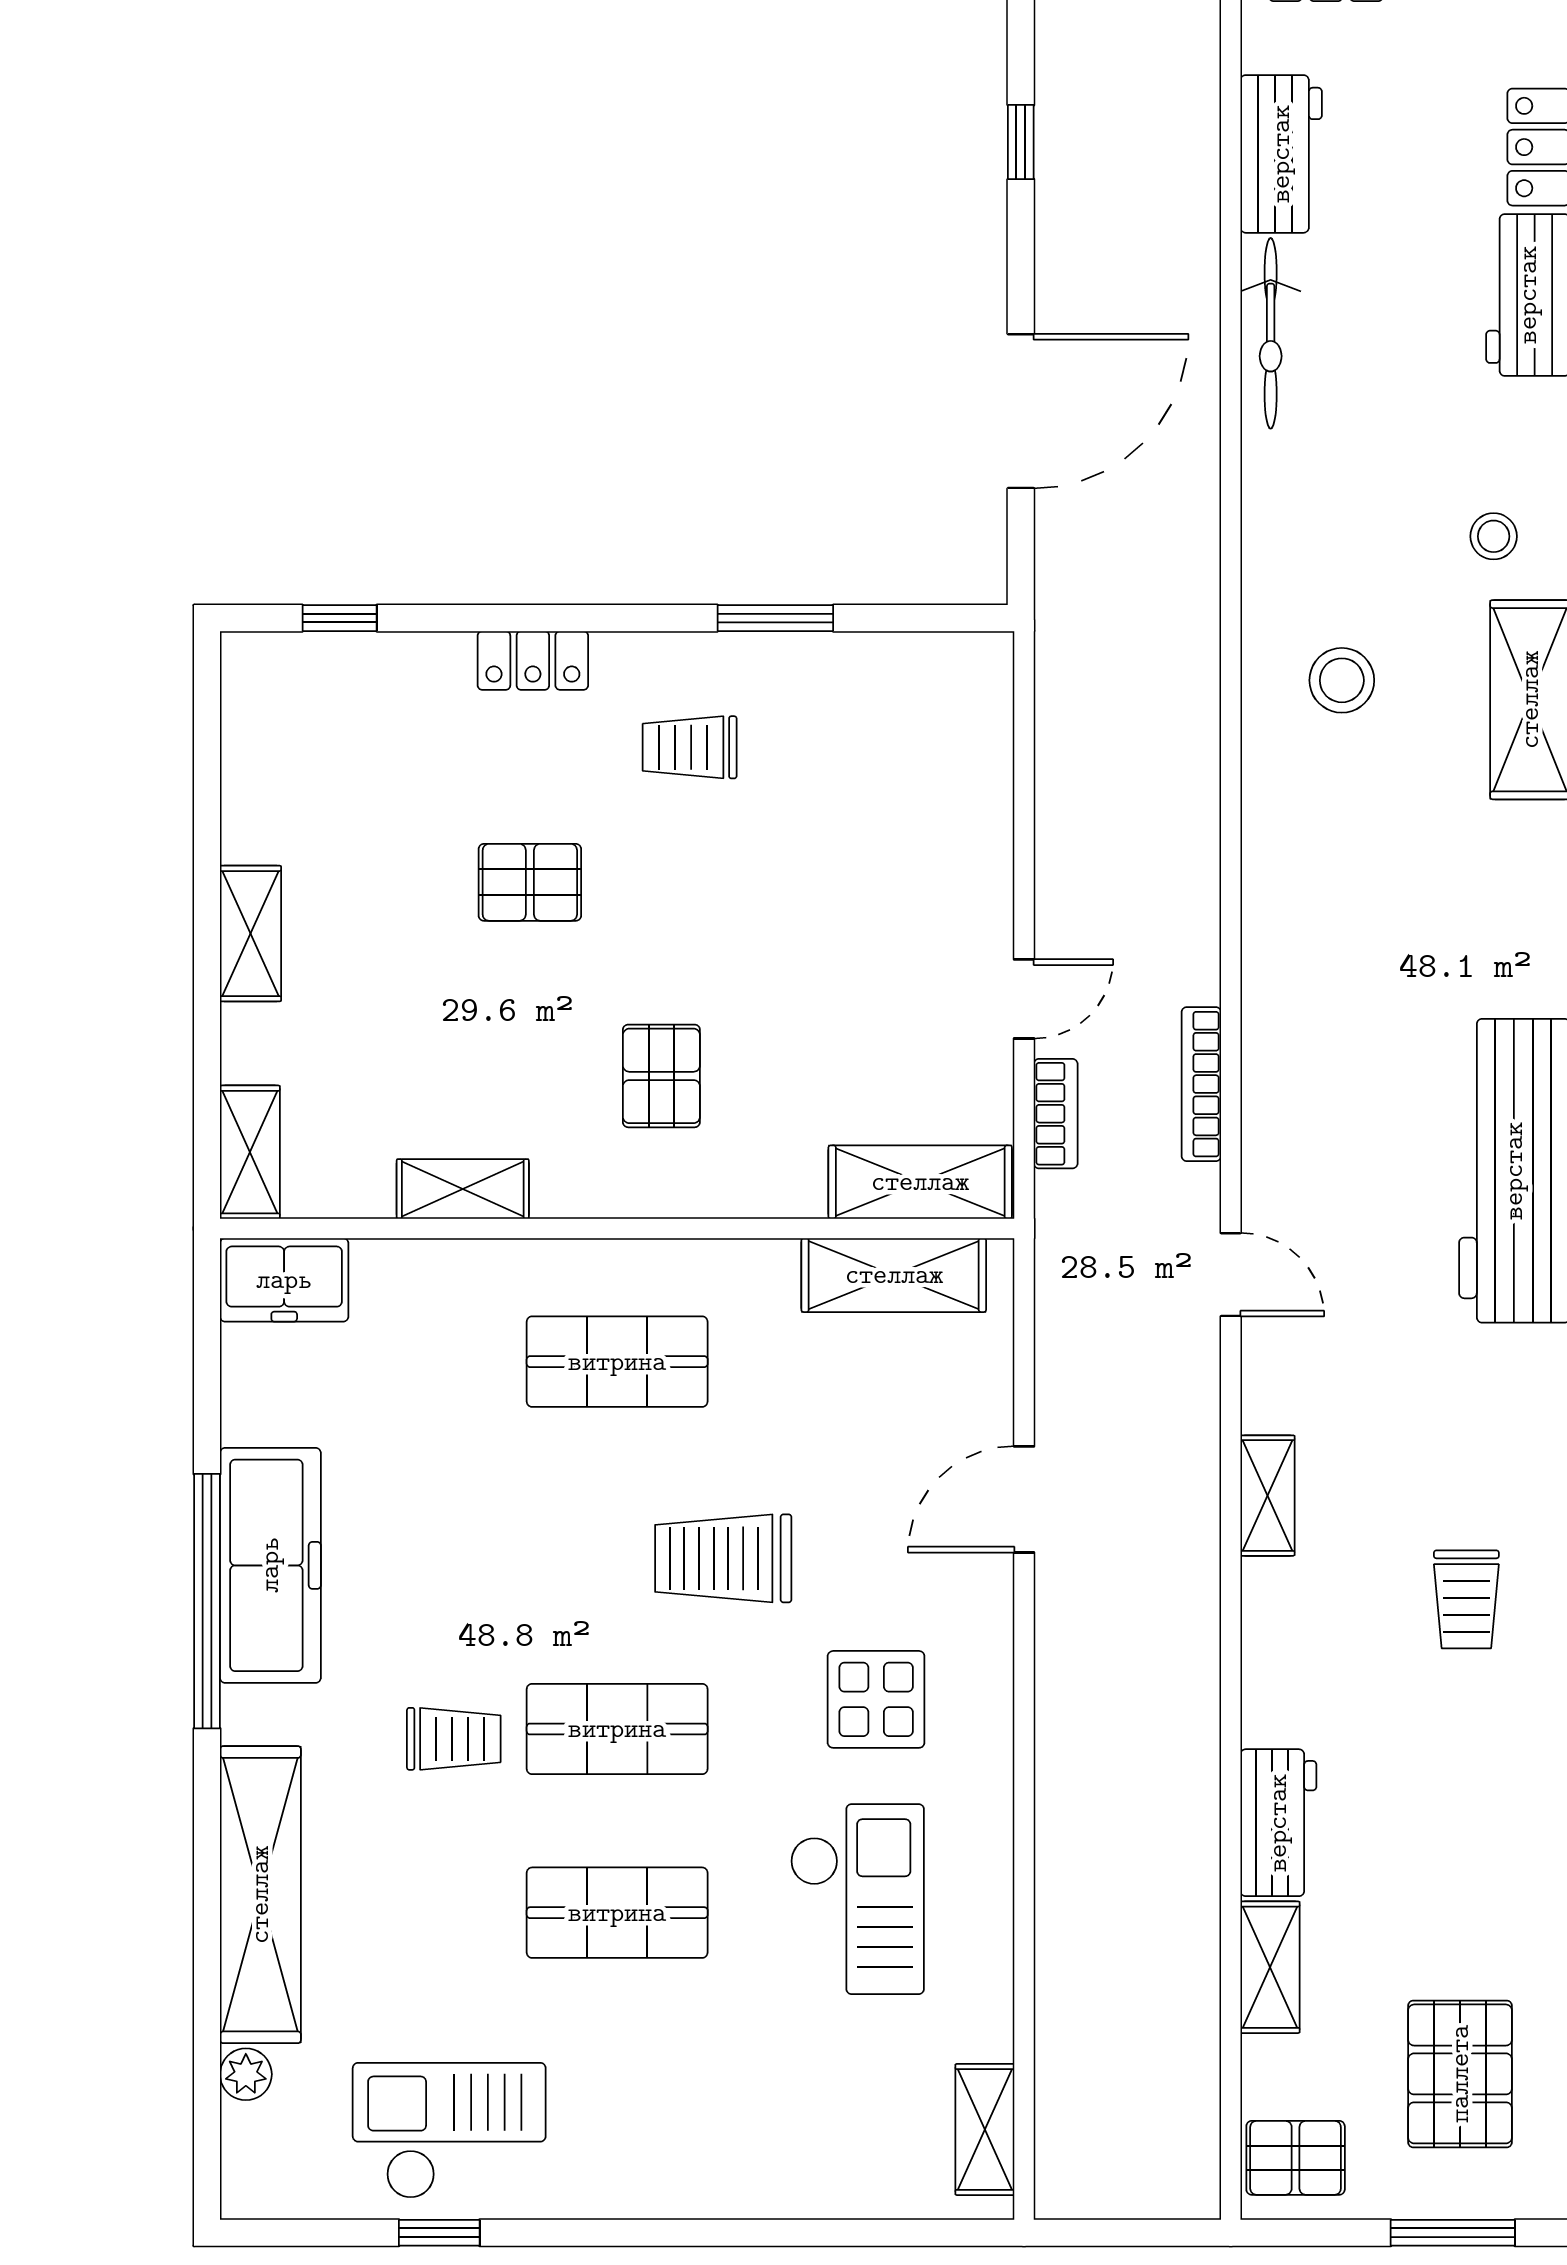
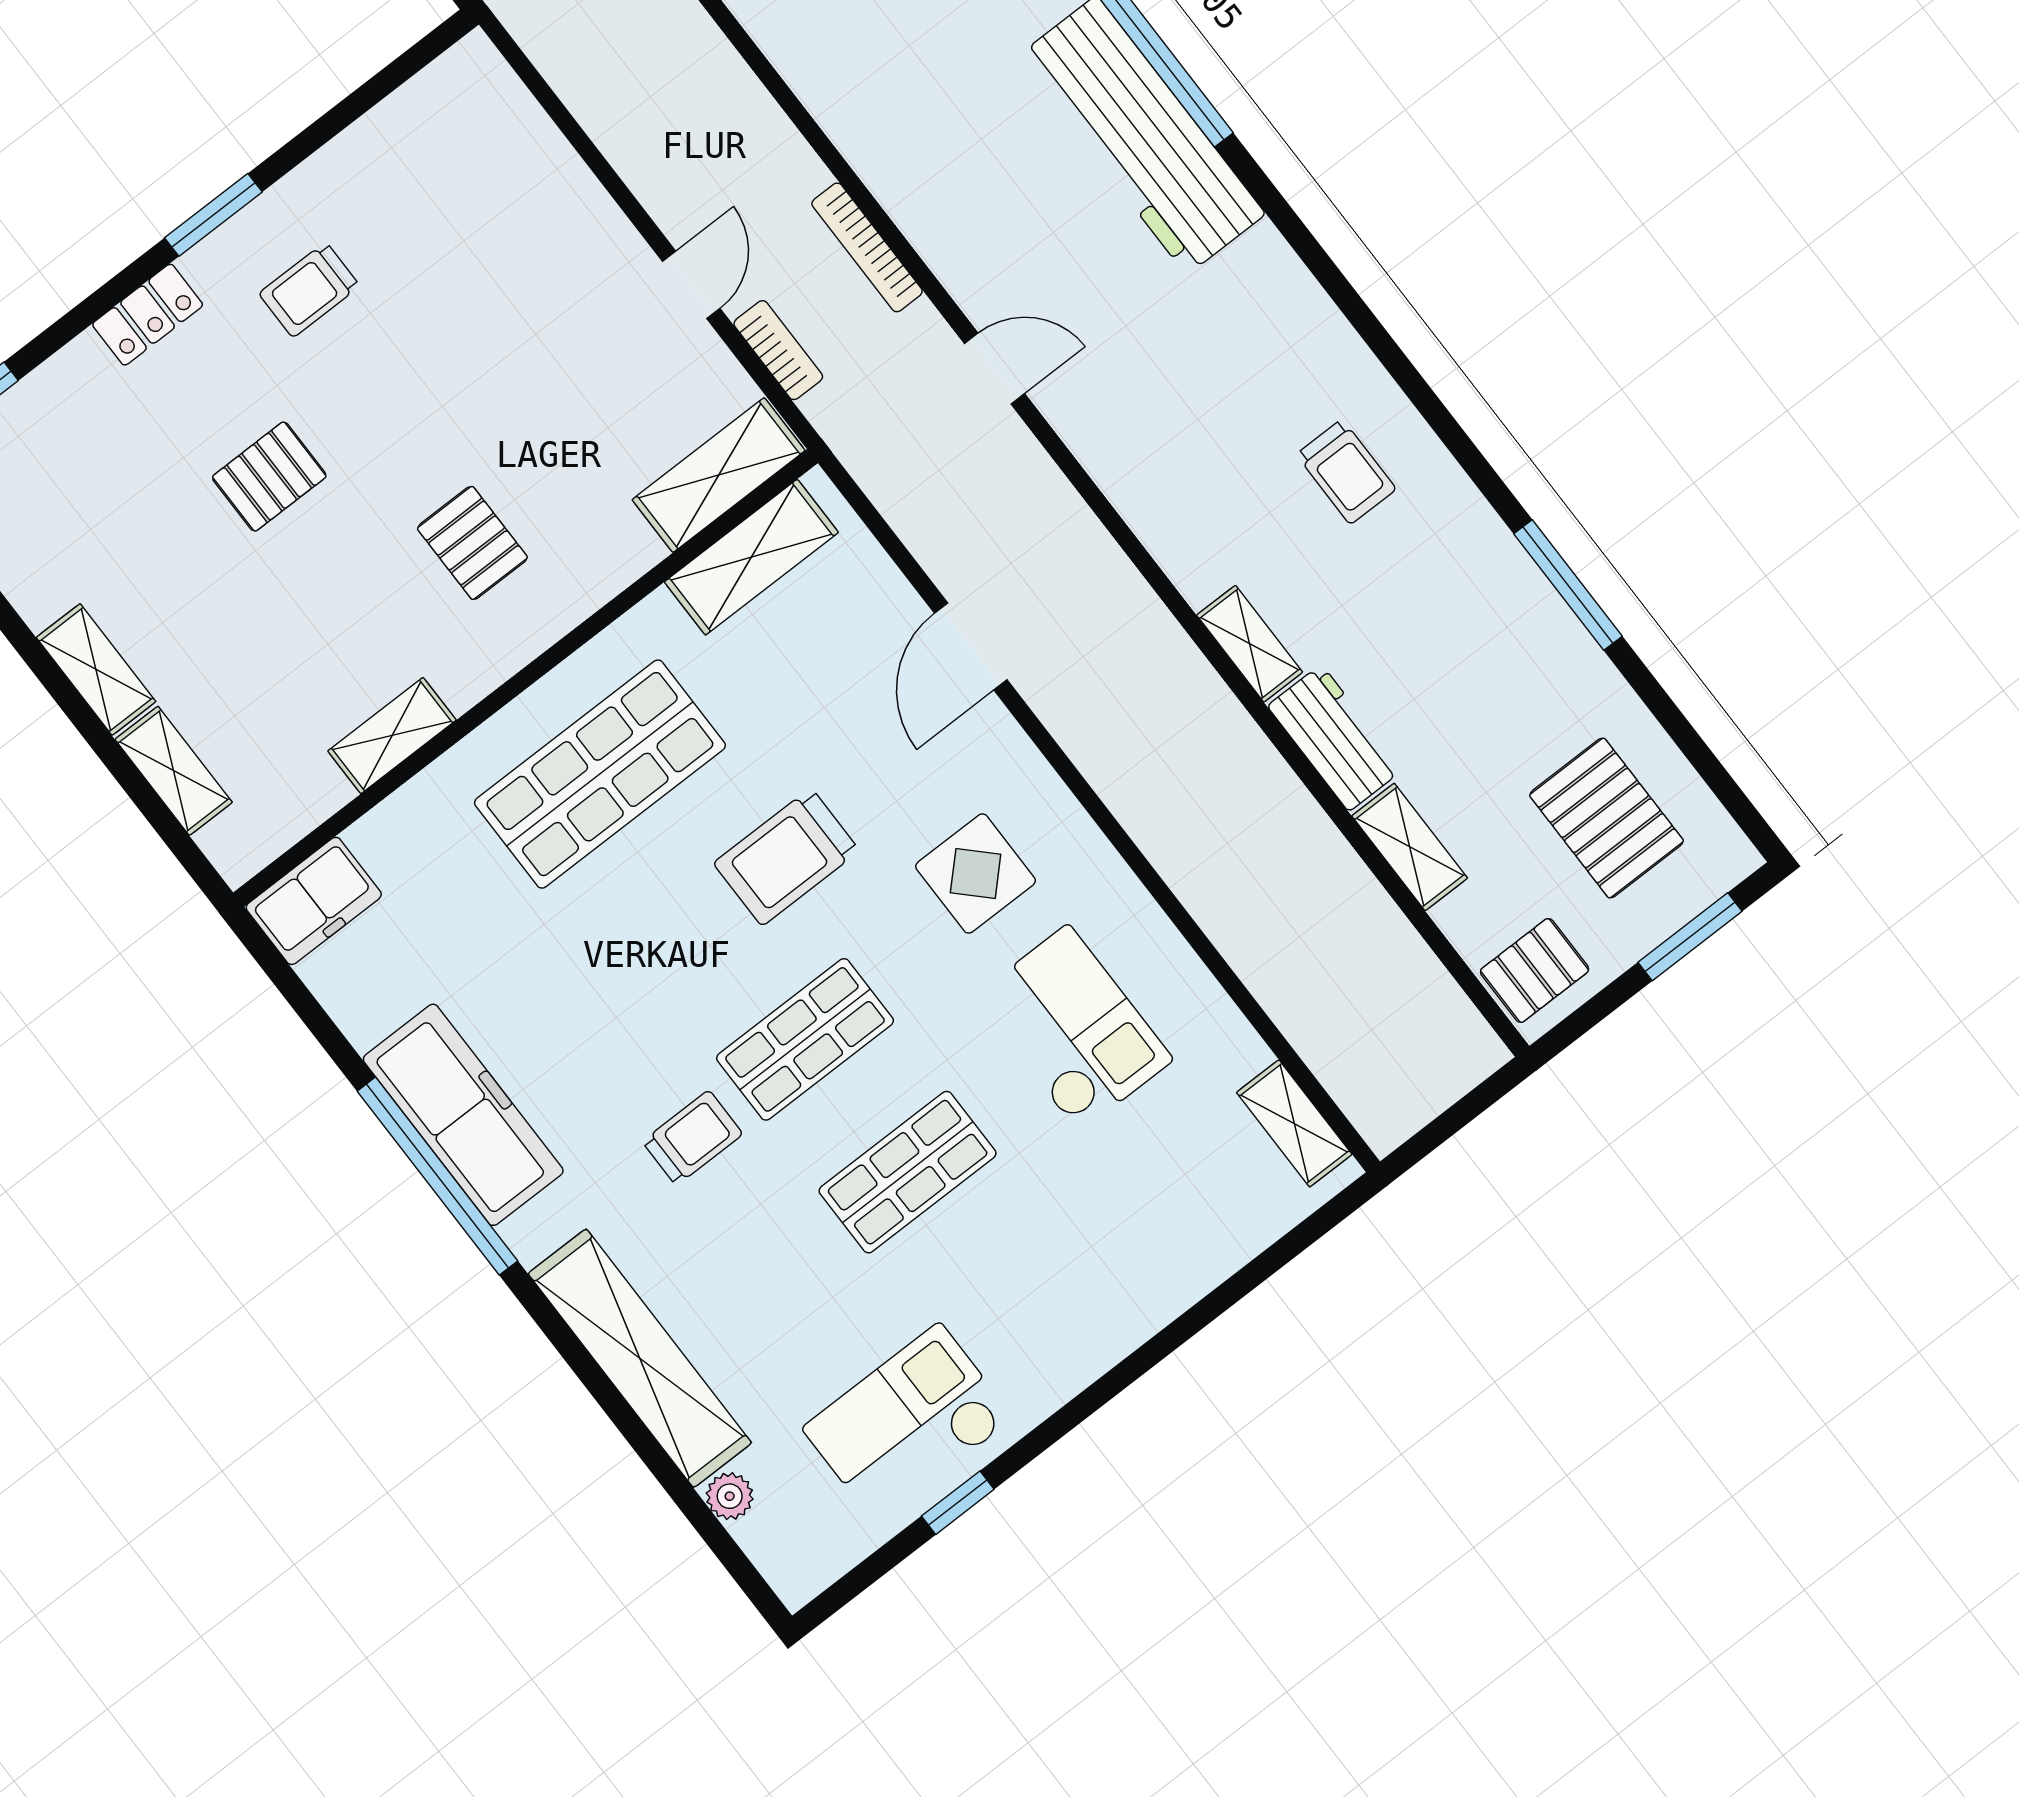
window: (775, 618) -> (213, 215), moved
shelving: (250, 1152) -> (174, 771), moved
shop shelf: (617, 1362) -> (600, 774), width x1.43, depth x1.36
shelving: (1268, 1496) -> (1250, 644), moved

